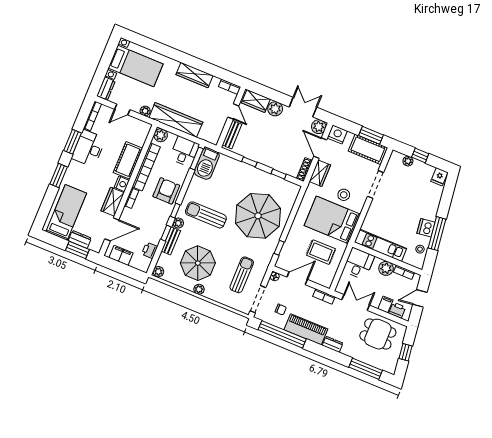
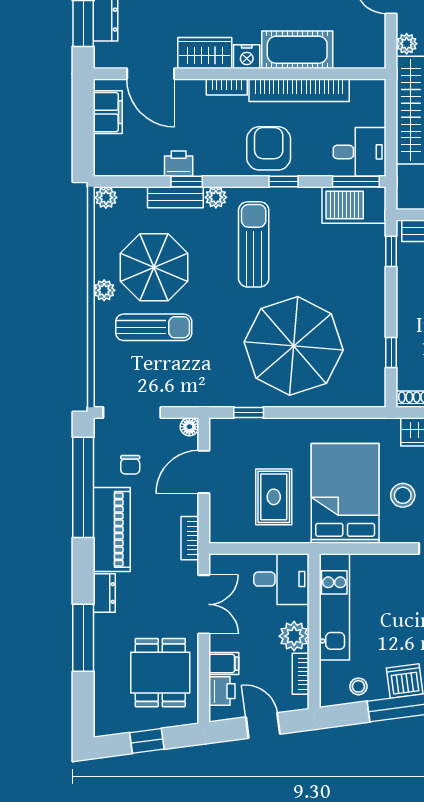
plant: (161, 135) -> (372, 93), removed
window: (249, 162) -> (391, 251), moved
armchair: (166, 191) -> (269, 148), turned -90
window: (175, 211) -> (283, 181), moved
printer: (150, 250) -> (179, 164), moved
sun lounger: (242, 275) -> (154, 327), moved
door: (297, 278) -> (204, 472), swing flipped
window: (366, 369) -> (83, 638), moved

